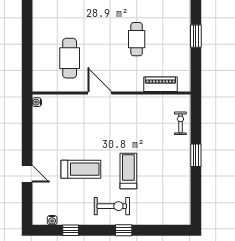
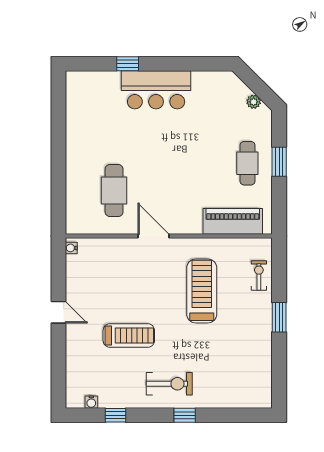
cafe table: (137, 39) -> (247, 163), moved
piano: (160, 84) -> (233, 221), width x1.37, depth x1.33
treadmill: (128, 171) -> (202, 291), moved, width x1.37, depth x1.38
door: (27, 174) -> (59, 312), moved

